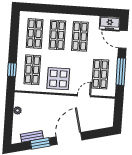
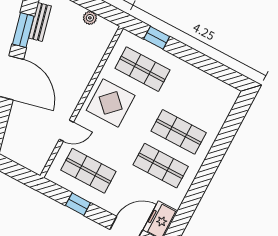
shop shelf: (35, 33) -> (197, 98), removed
window: (121, 72) -> (78, 204), width x0.46
door: (84, 96) -> (66, 131), hinge flipped

